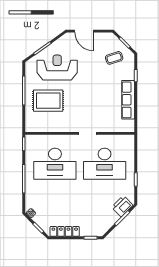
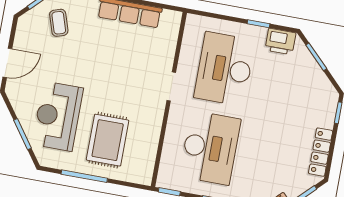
desk: (105, 164) -> (225, 69), turned 180
printer: (122, 206) -> (280, 41), moved, turned -45

